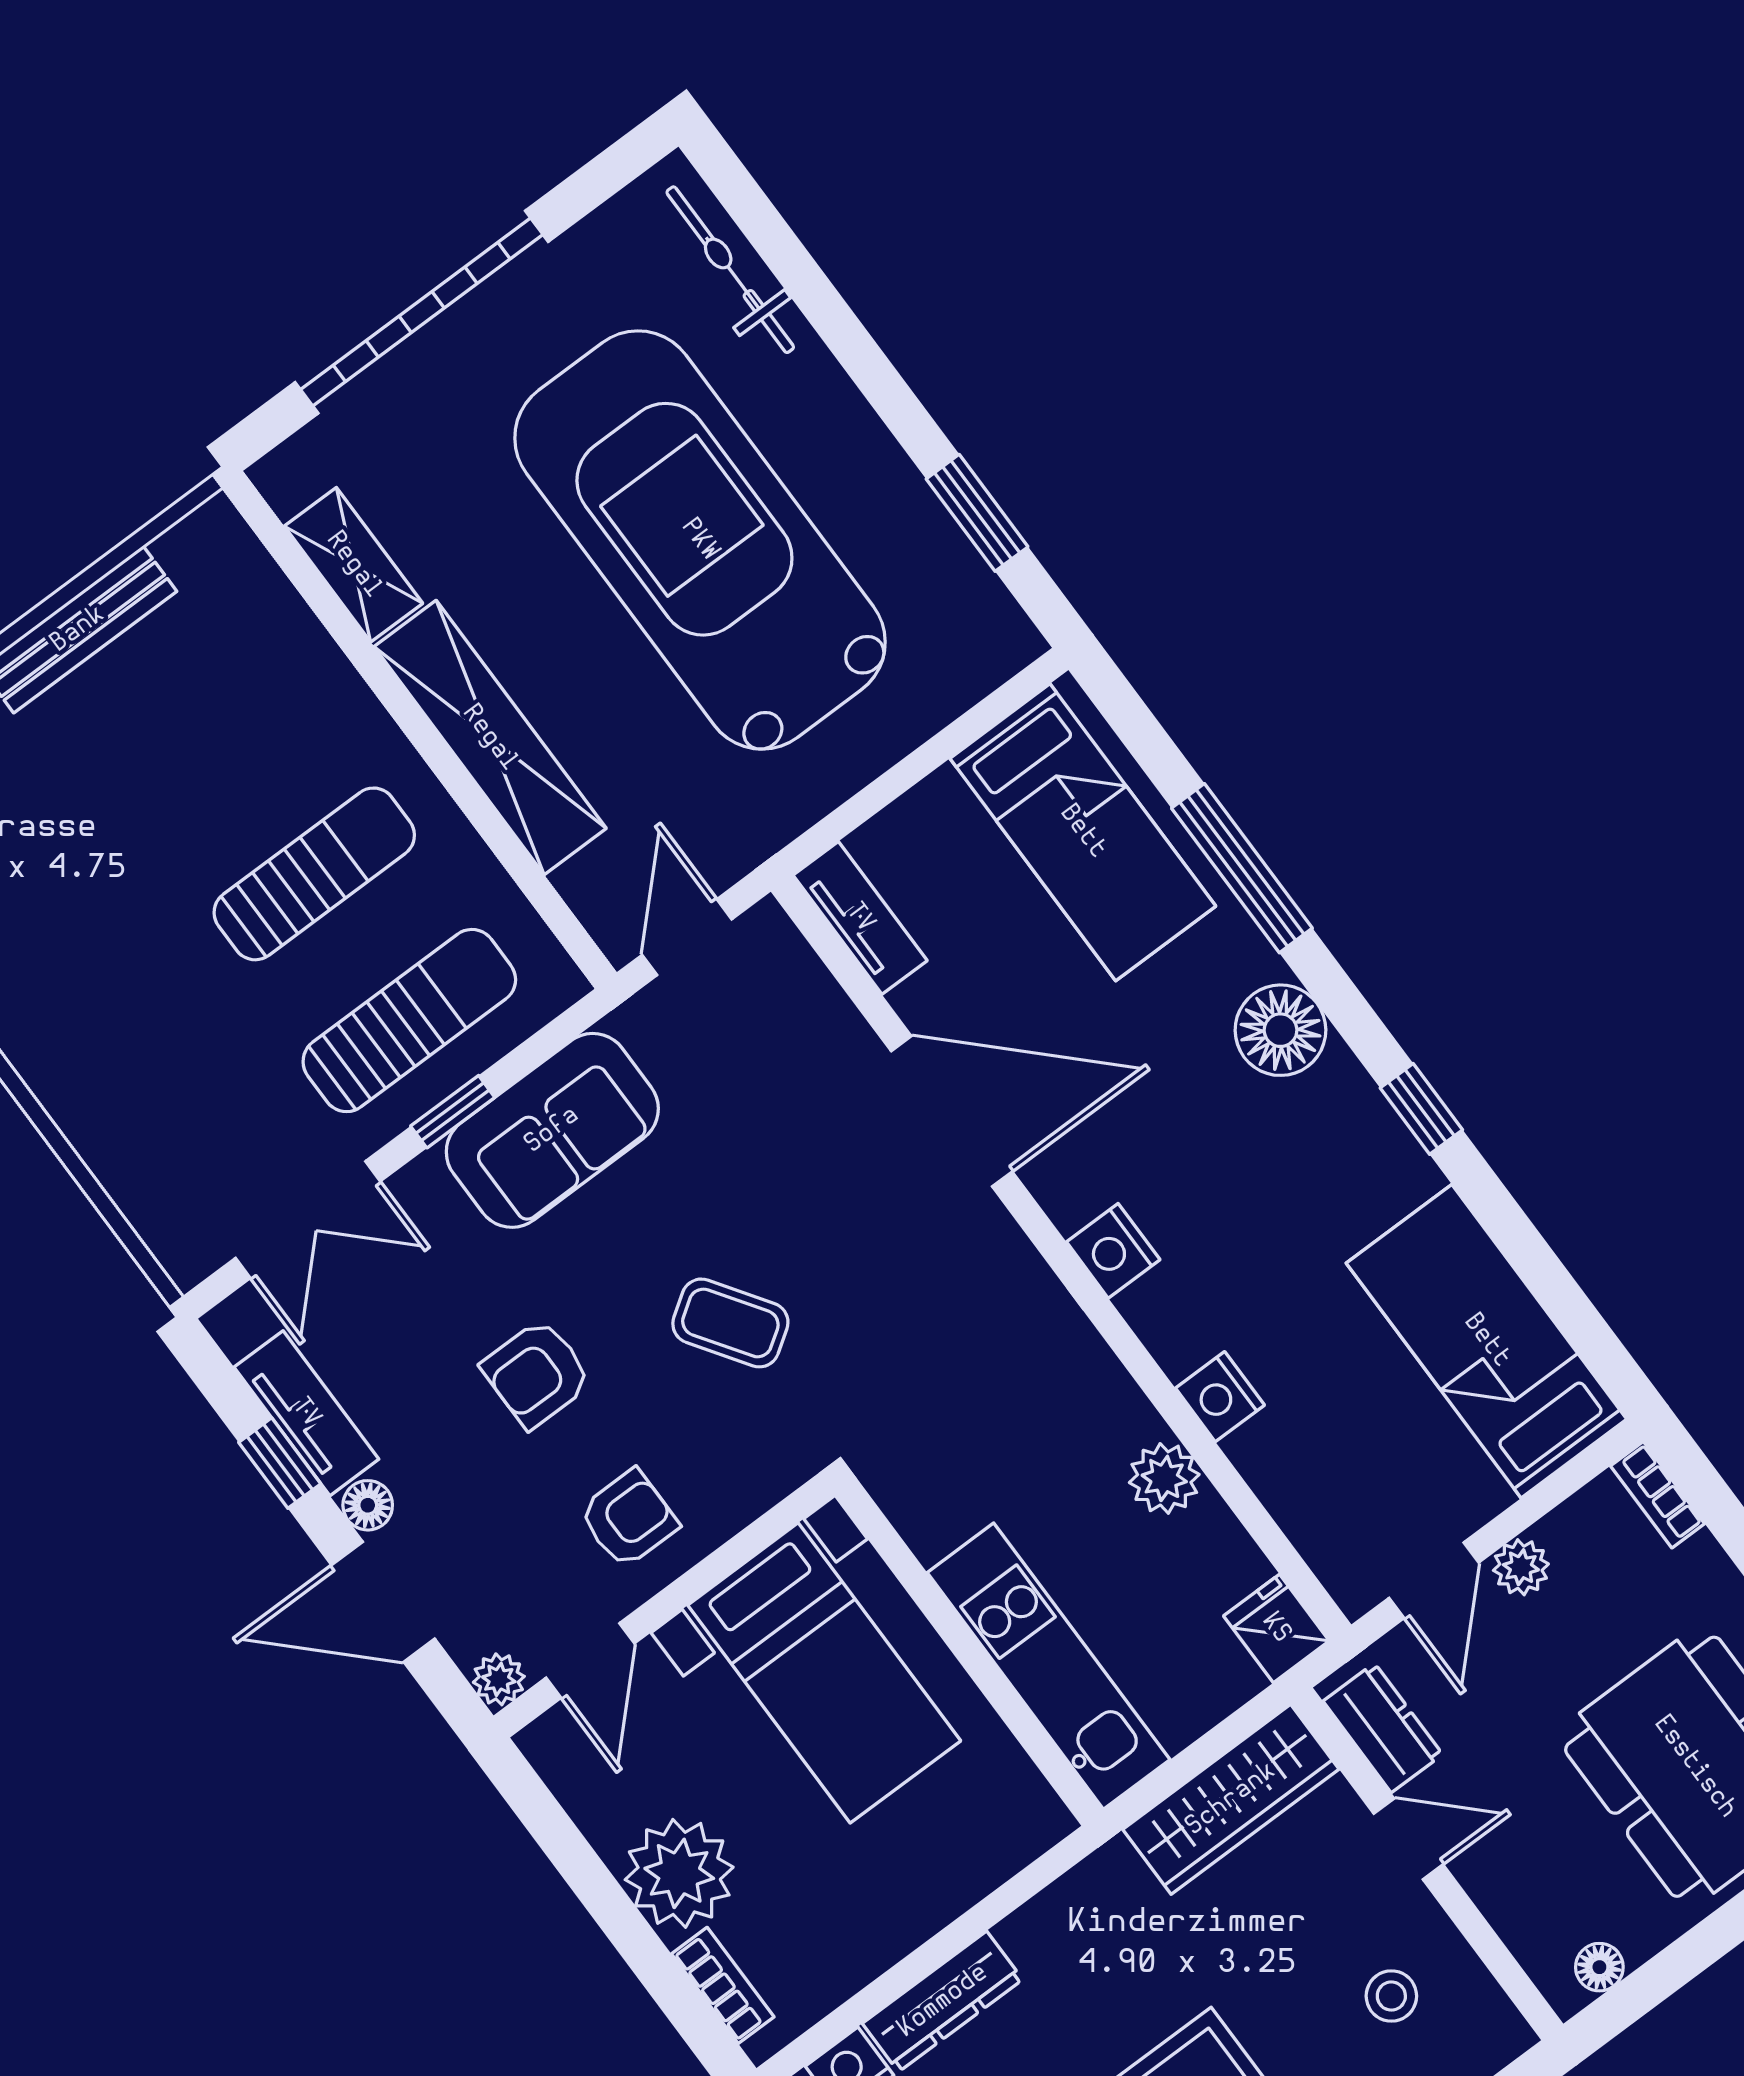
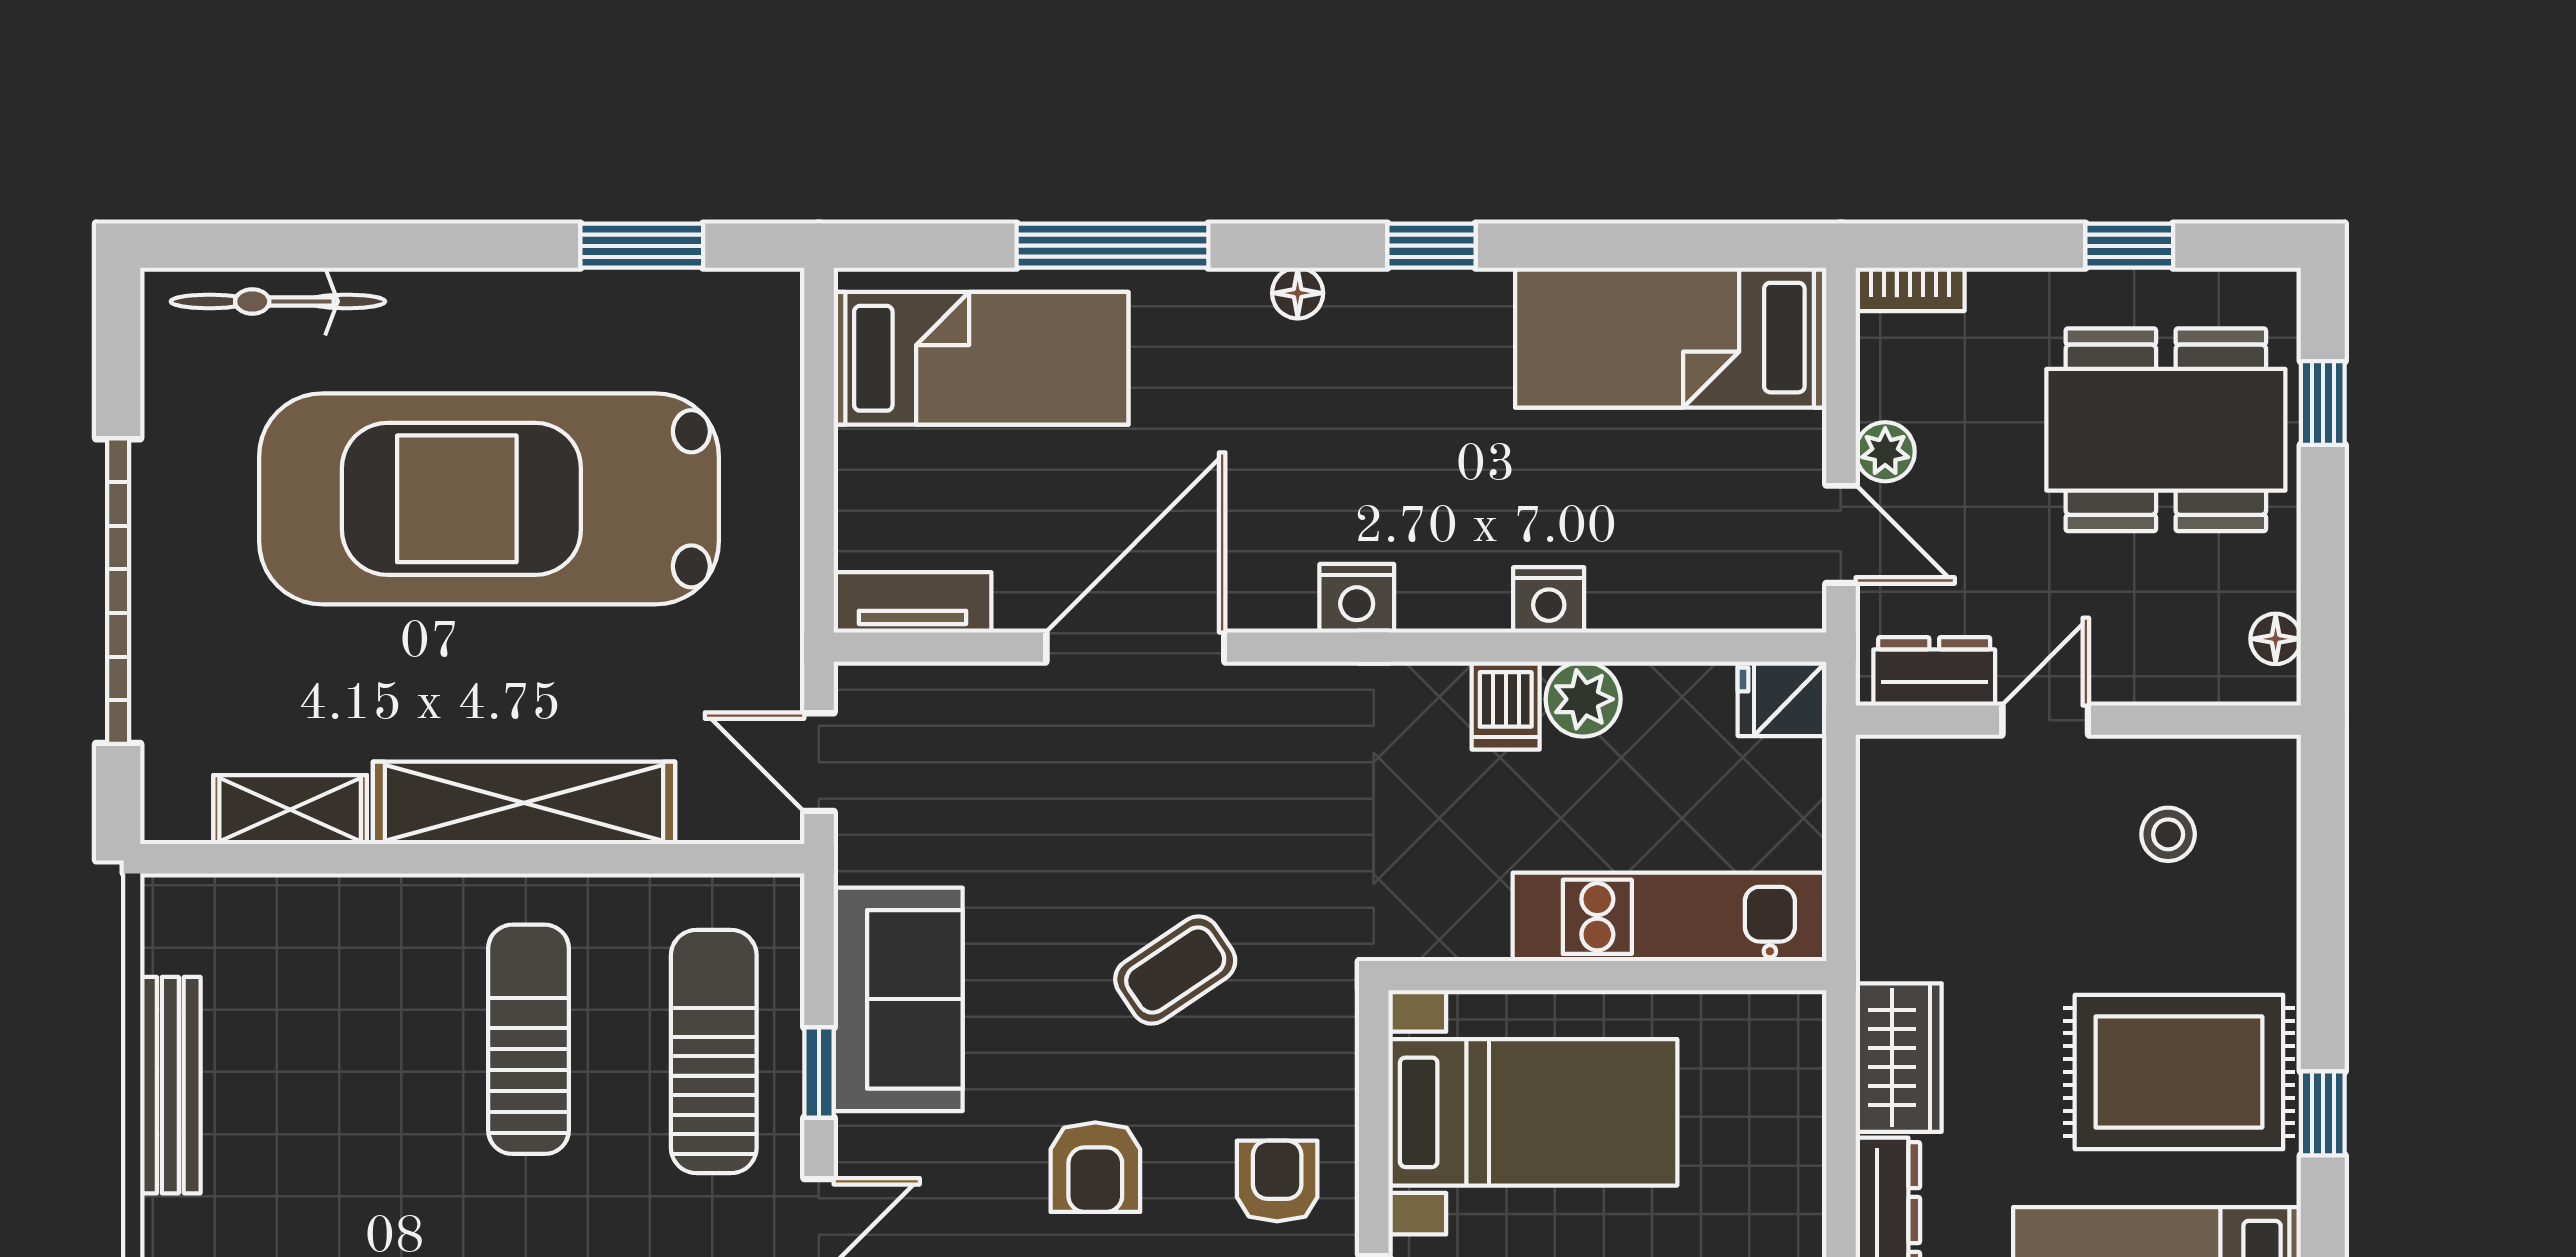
floor lamp: (1280, 1030) -> (1298, 293), width x0.53, depth x0.53
dishwasher: (1116, 1424) -> (1506, 706), added
wardrobe: (1231, 1799) -> (1899, 1058), moved, width x0.67

